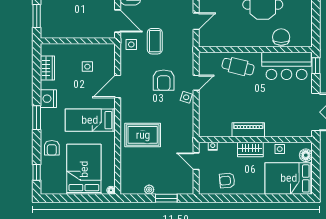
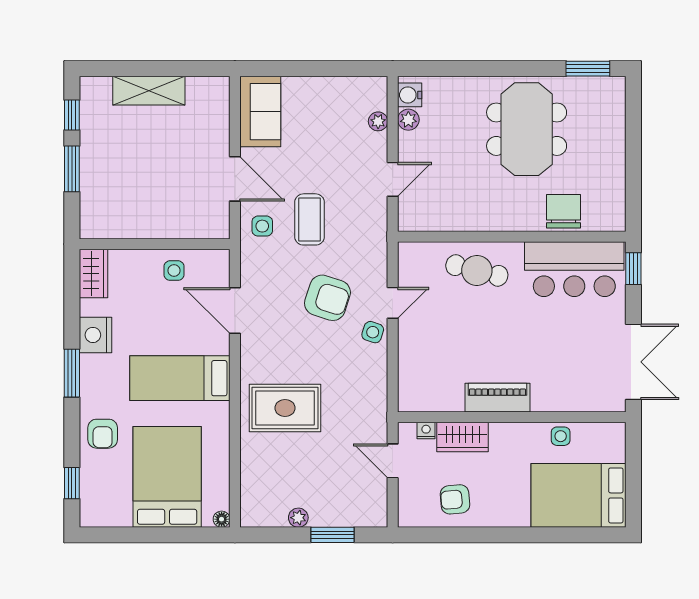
wall: (78, 41) -> (155, 244), moved
armchair: (164, 80) -> (327, 298), turned -72
door: (118, 86) -> (235, 310), hinge flipped
wardrobe: (250, 149) -> (463, 437), moved
floor lamp: (306, 155) -> (613, 449), removed

